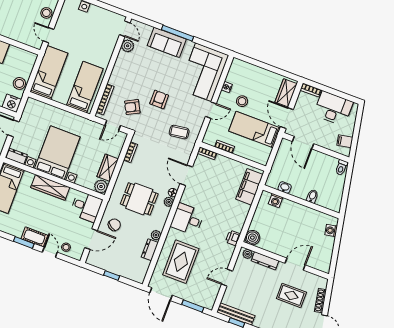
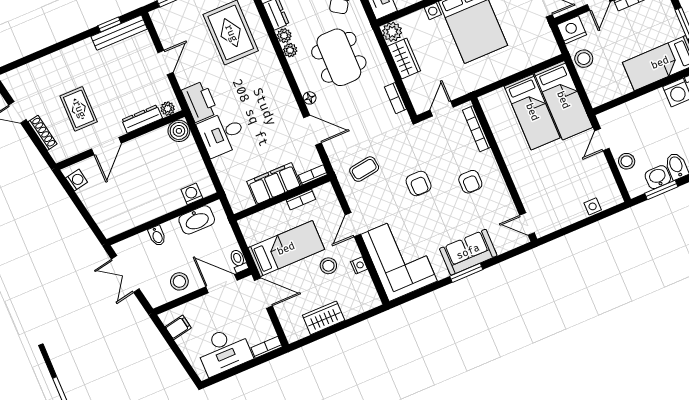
window: (178, 33) -> (466, 273), width x0.69
door: (48, 35) -> (602, 140), swing flipped
plant: (128, 46) -> (507, 209), removed
bed: (85, 87) -> (532, 112), moved
wardrobe: (286, 93) -> (324, 318), moved, turned -90
armchair: (132, 107) -> (470, 182), moved, turned 118
stool: (323, 163) -> (179, 281), added
toilet: (341, 167) -> (238, 261), moved
filing cabinet: (249, 187) -> (274, 184), moved, turned -90
washbasin: (285, 187) -> (197, 220), width x1.91, depth x1.45
double door: (346, 192) -> (125, 274), added
dining table: (139, 199) -> (339, 57), width x1.38
plant: (169, 202) -> (290, 50), moved
desk: (187, 219) -> (222, 134), moved, turned 180
washing machine: (331, 231) -> (77, 180), moved
printer: (233, 238) -> (200, 102), width x1.87, depth x1.48
rug: (291, 295) -> (79, 109), turned 90

